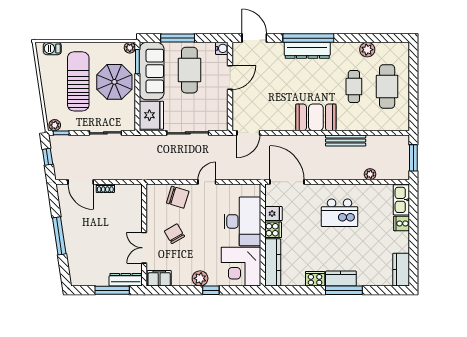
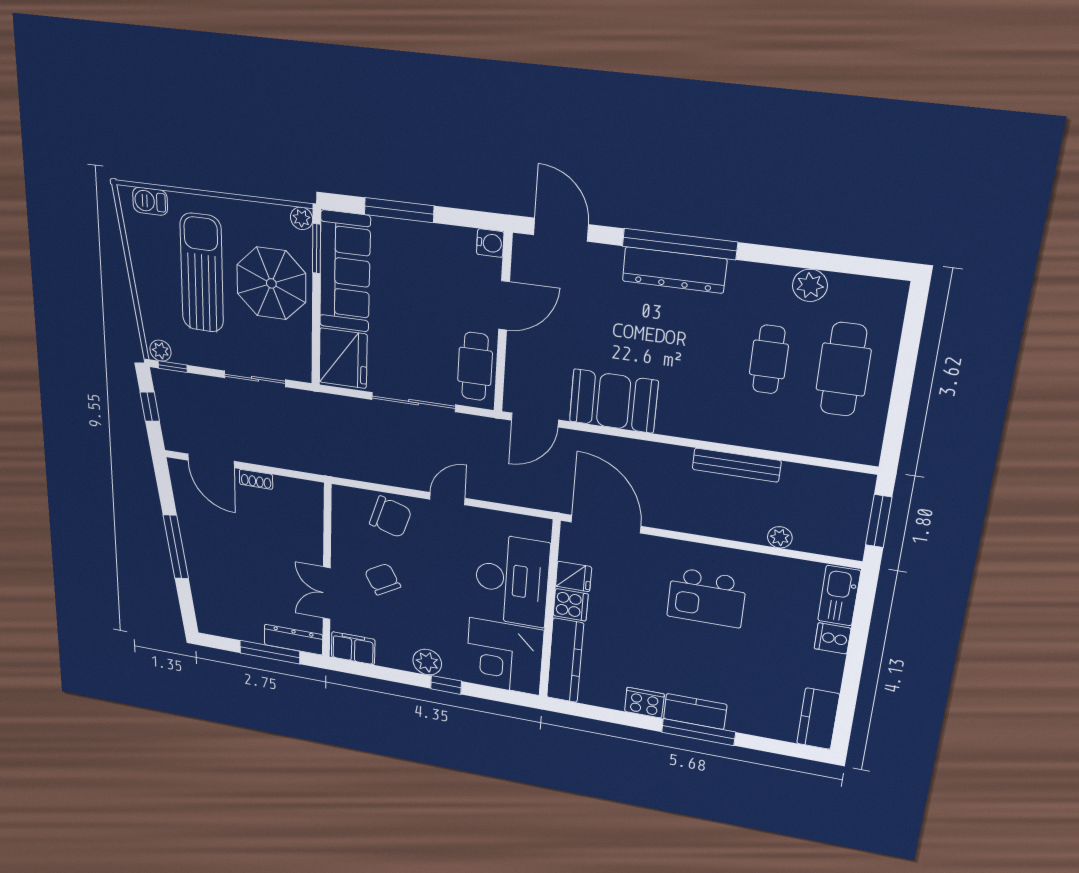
cafe table: (189, 70) -> (475, 366), moved, width x0.73, depth x0.74
booth: (316, 117) -> (614, 401), moved

